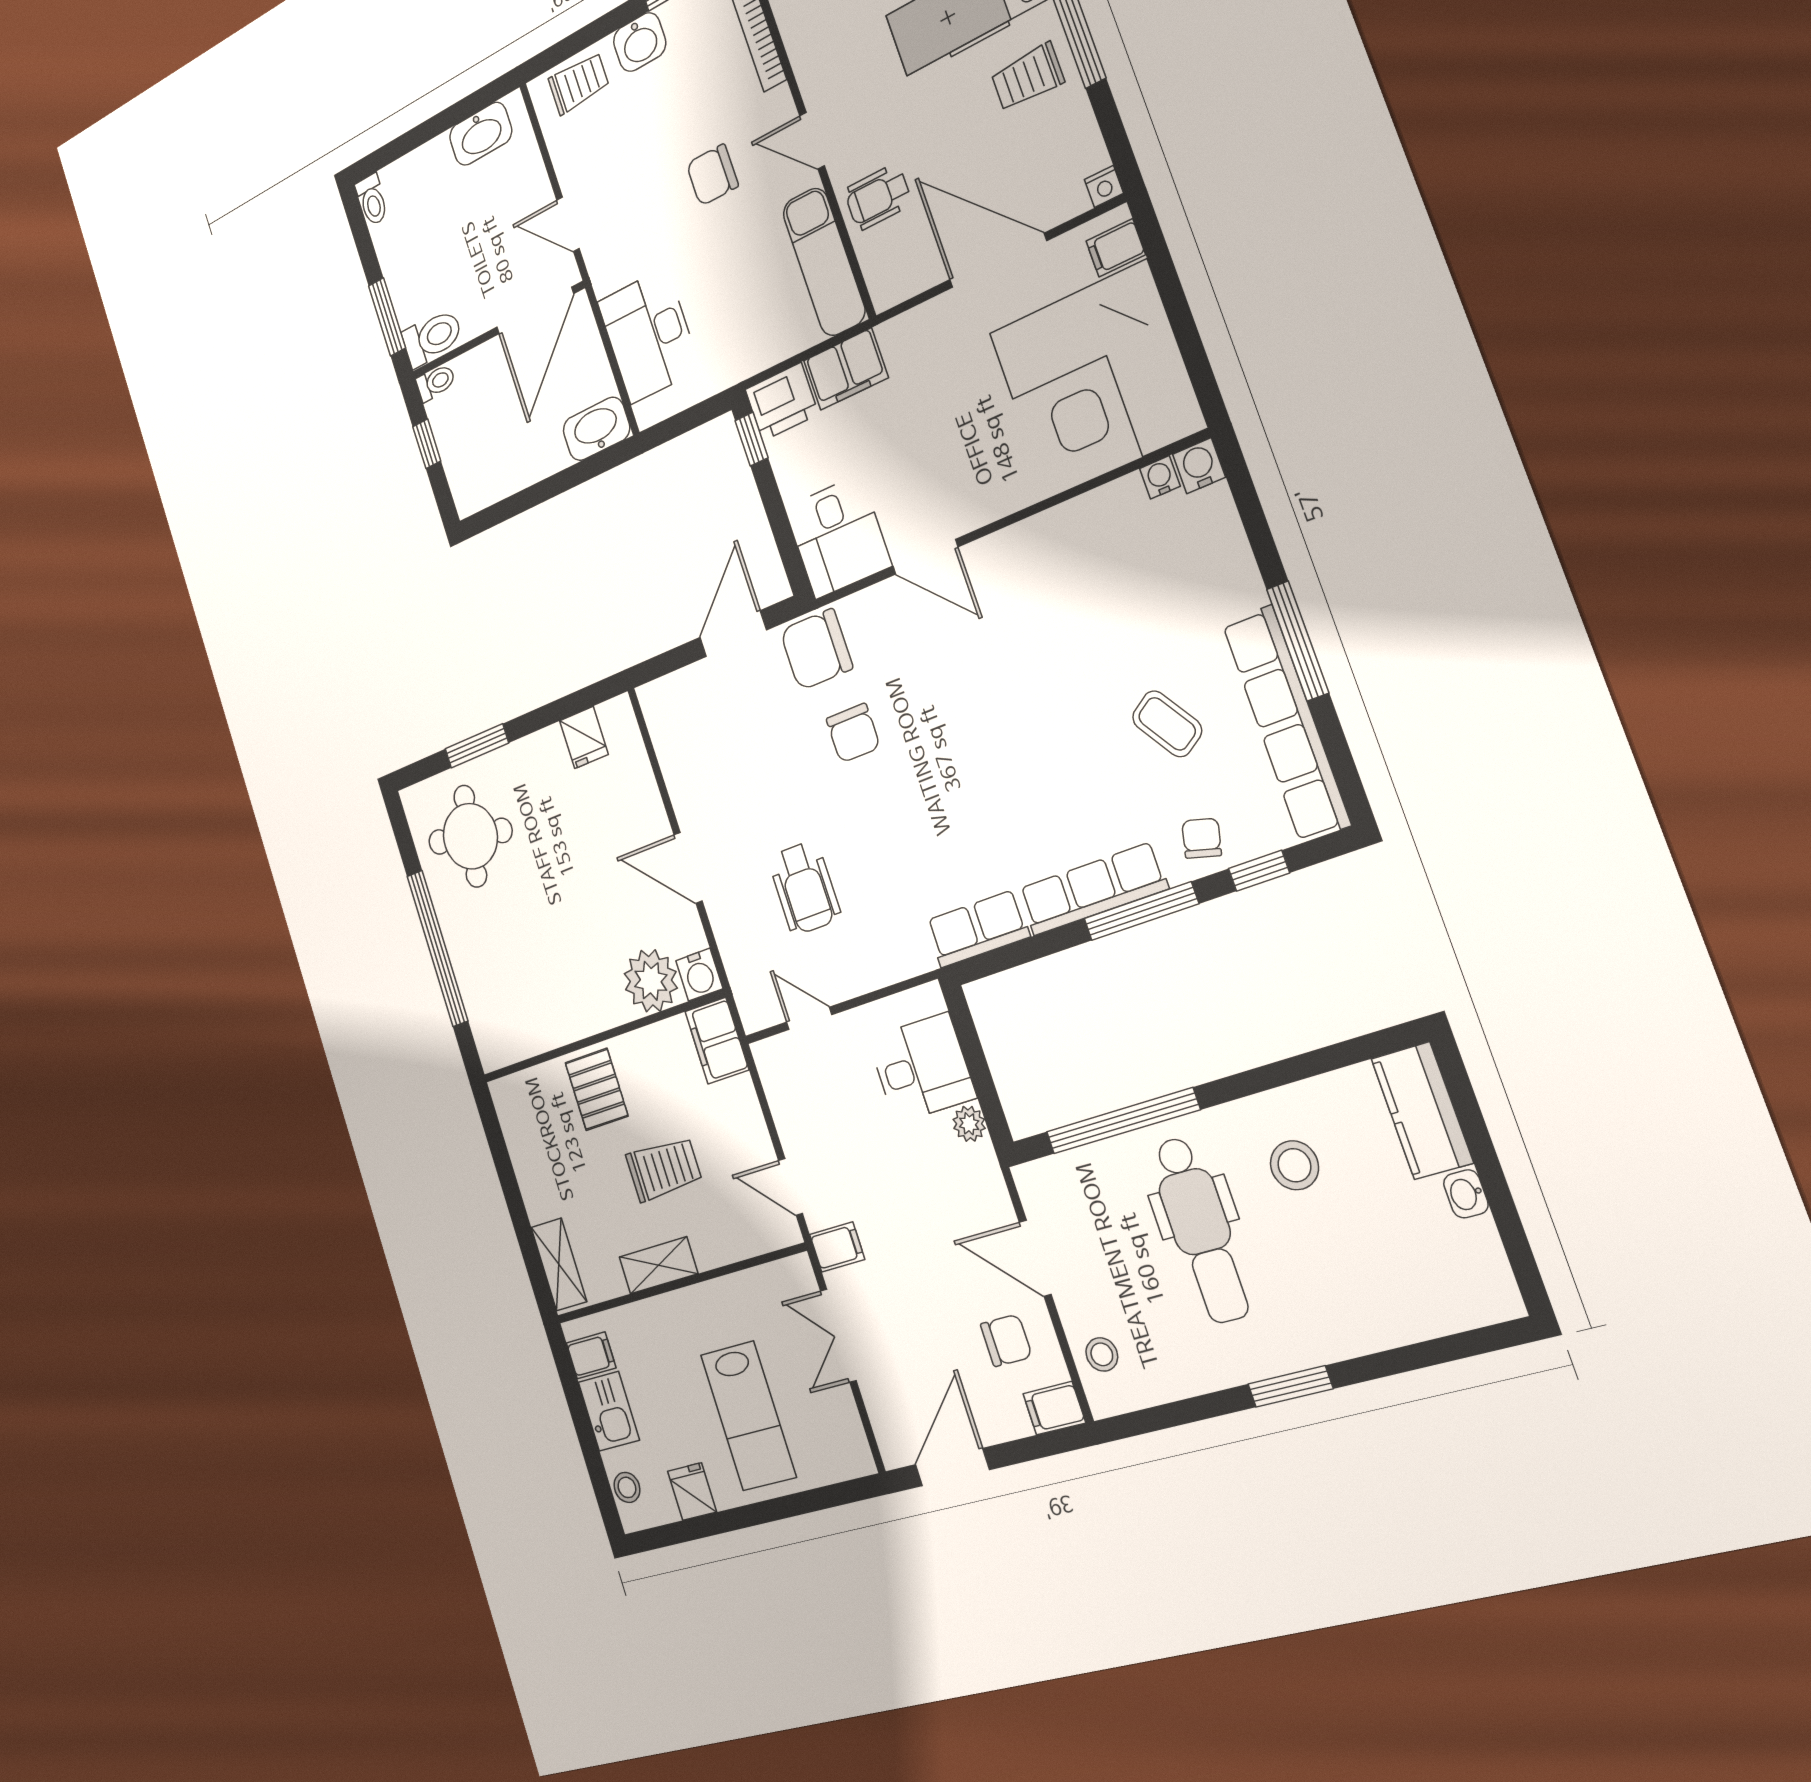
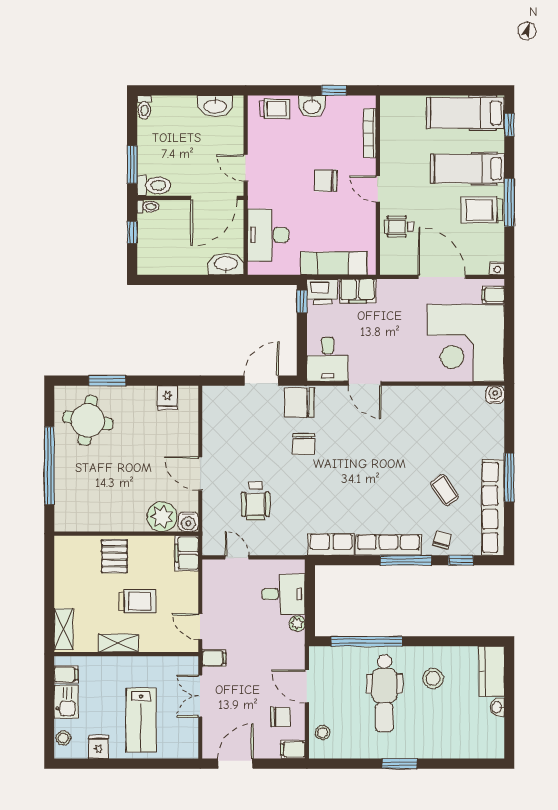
trolley: (1028, 77) -> (482, 210), width x1.36, depth x1.39
exam couch: (824, 262) -> (334, 263), moved, turned 90
water cooler: (1160, 477) -> (478, 393), removed

